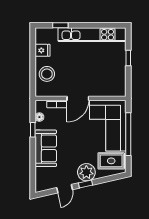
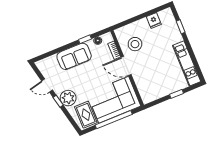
kitchen unit: (92, 35) -> (187, 63), width x0.73
stool: (47, 74) -> (135, 44), moved

